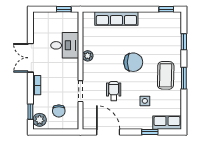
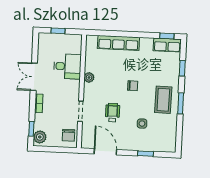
window: (64, 9) -> (58, 31), moved
chair: (133, 62) -> (133, 86), width x0.54, depth x0.54
chair: (59, 111) -> (68, 135), moved
row of seats: (167, 123) -> (167, 45), moved, turned 180

